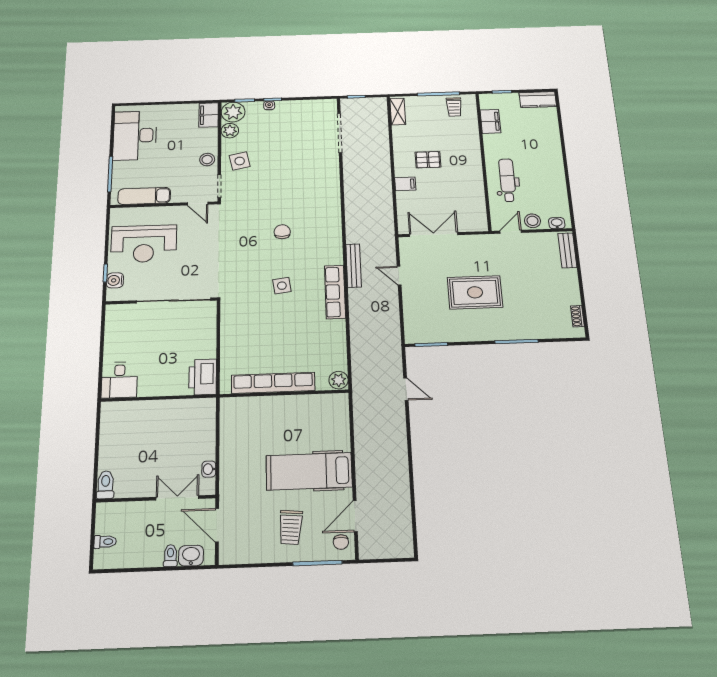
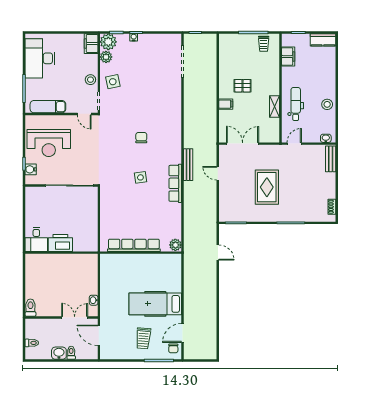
shelving: (398, 112) -> (275, 106), moved
stool: (532, 221) -> (327, 104), moved
rug: (475, 292) -> (267, 187), turned 90
printer: (203, 377) -> (60, 243), moved, turned 90
washbasin: (191, 556) -> (59, 353), moved

